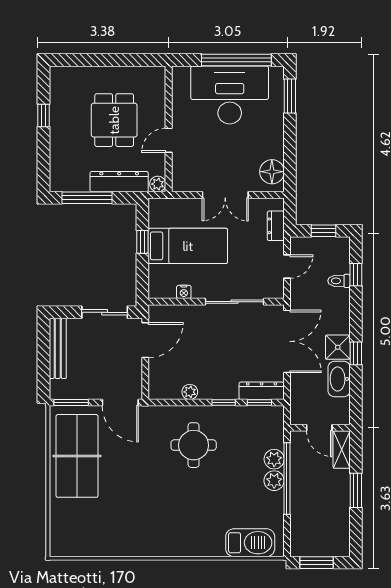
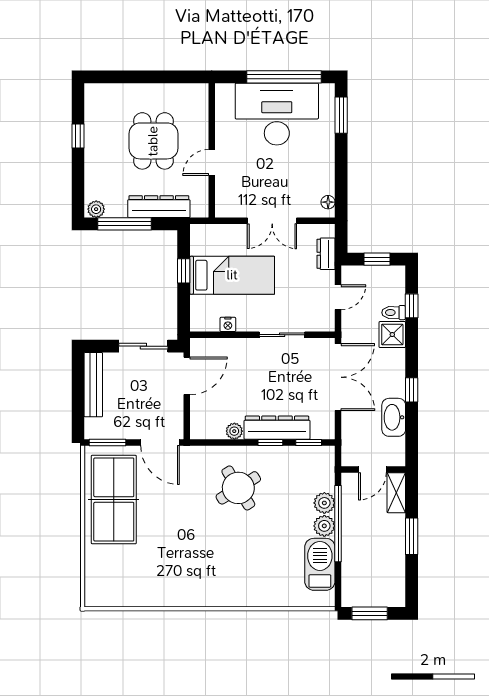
floor lamp: (272, 172) -> (328, 202), width x0.53, depth x0.53
plant: (158, 184) -> (96, 209), moved
sliding door: (235, 302) -> (282, 335), width x0.73
shower: (338, 347) -> (392, 335), moved
dresser: (262, 391) -> (277, 428), moved, width x1.37, depth x1.24
door: (319, 428) -> (372, 469), hinge flipped
round table: (194, 445) -> (238, 488), turned -32
barbecue: (250, 543) -> (320, 564), moved, turned -90

